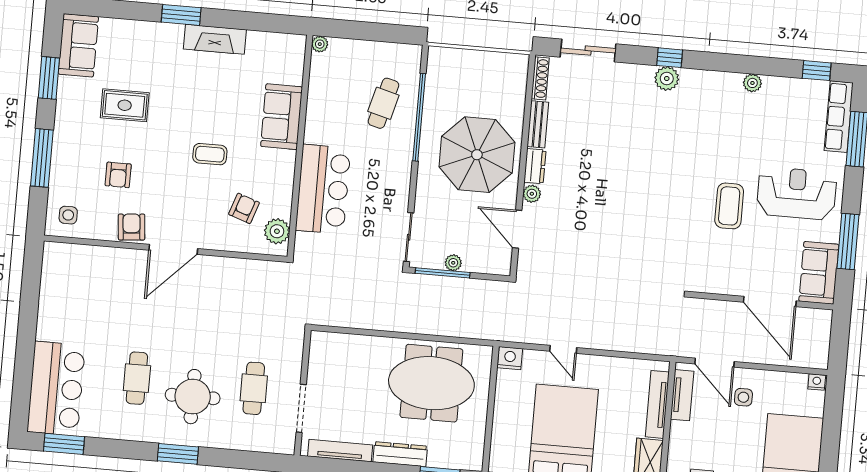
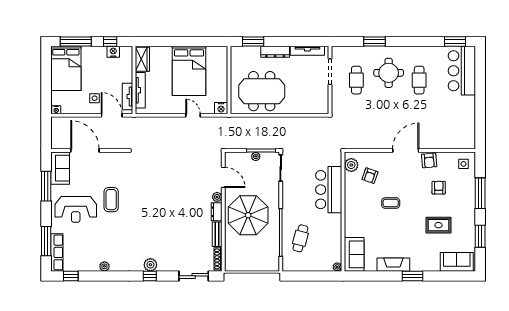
sofa: (78, 45) -> (457, 262), moved, turned 90
sofa: (282, 117) -> (354, 254), moved
window: (178, 454) -> (374, 42), moved

